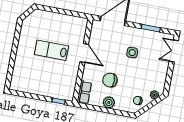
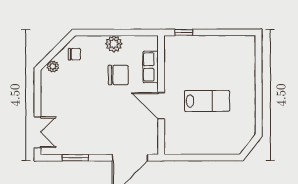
side table: (132, 53) -> (95, 119), removed
row of seats: (84, 92) -> (151, 67), moved

